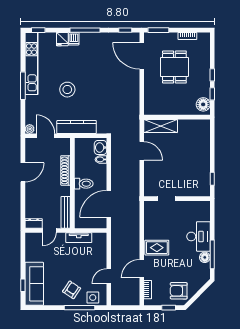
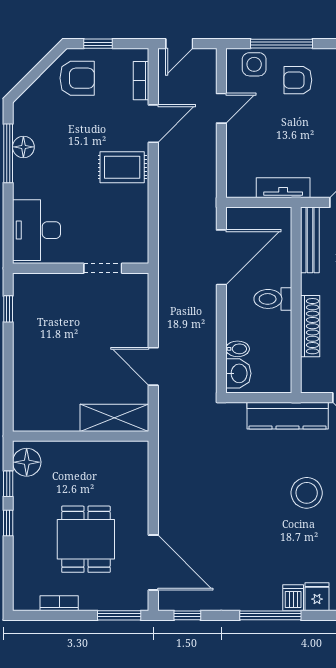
desk: (198, 236) -> (37, 230), moved
armchair: (72, 290) -> (298, 80), turned 56
door: (129, 308) -> (179, 44), added

